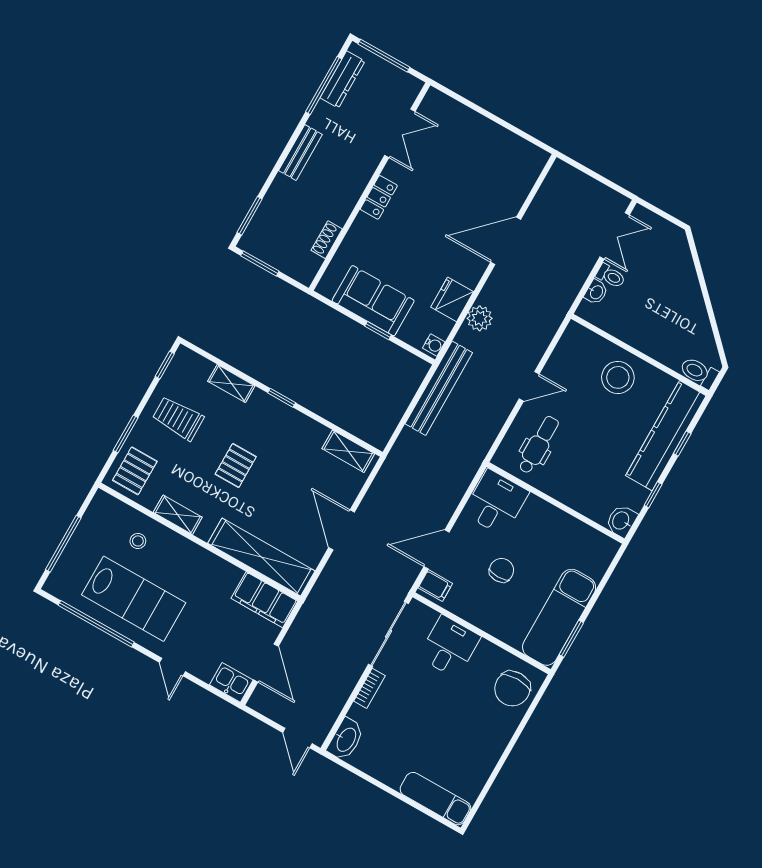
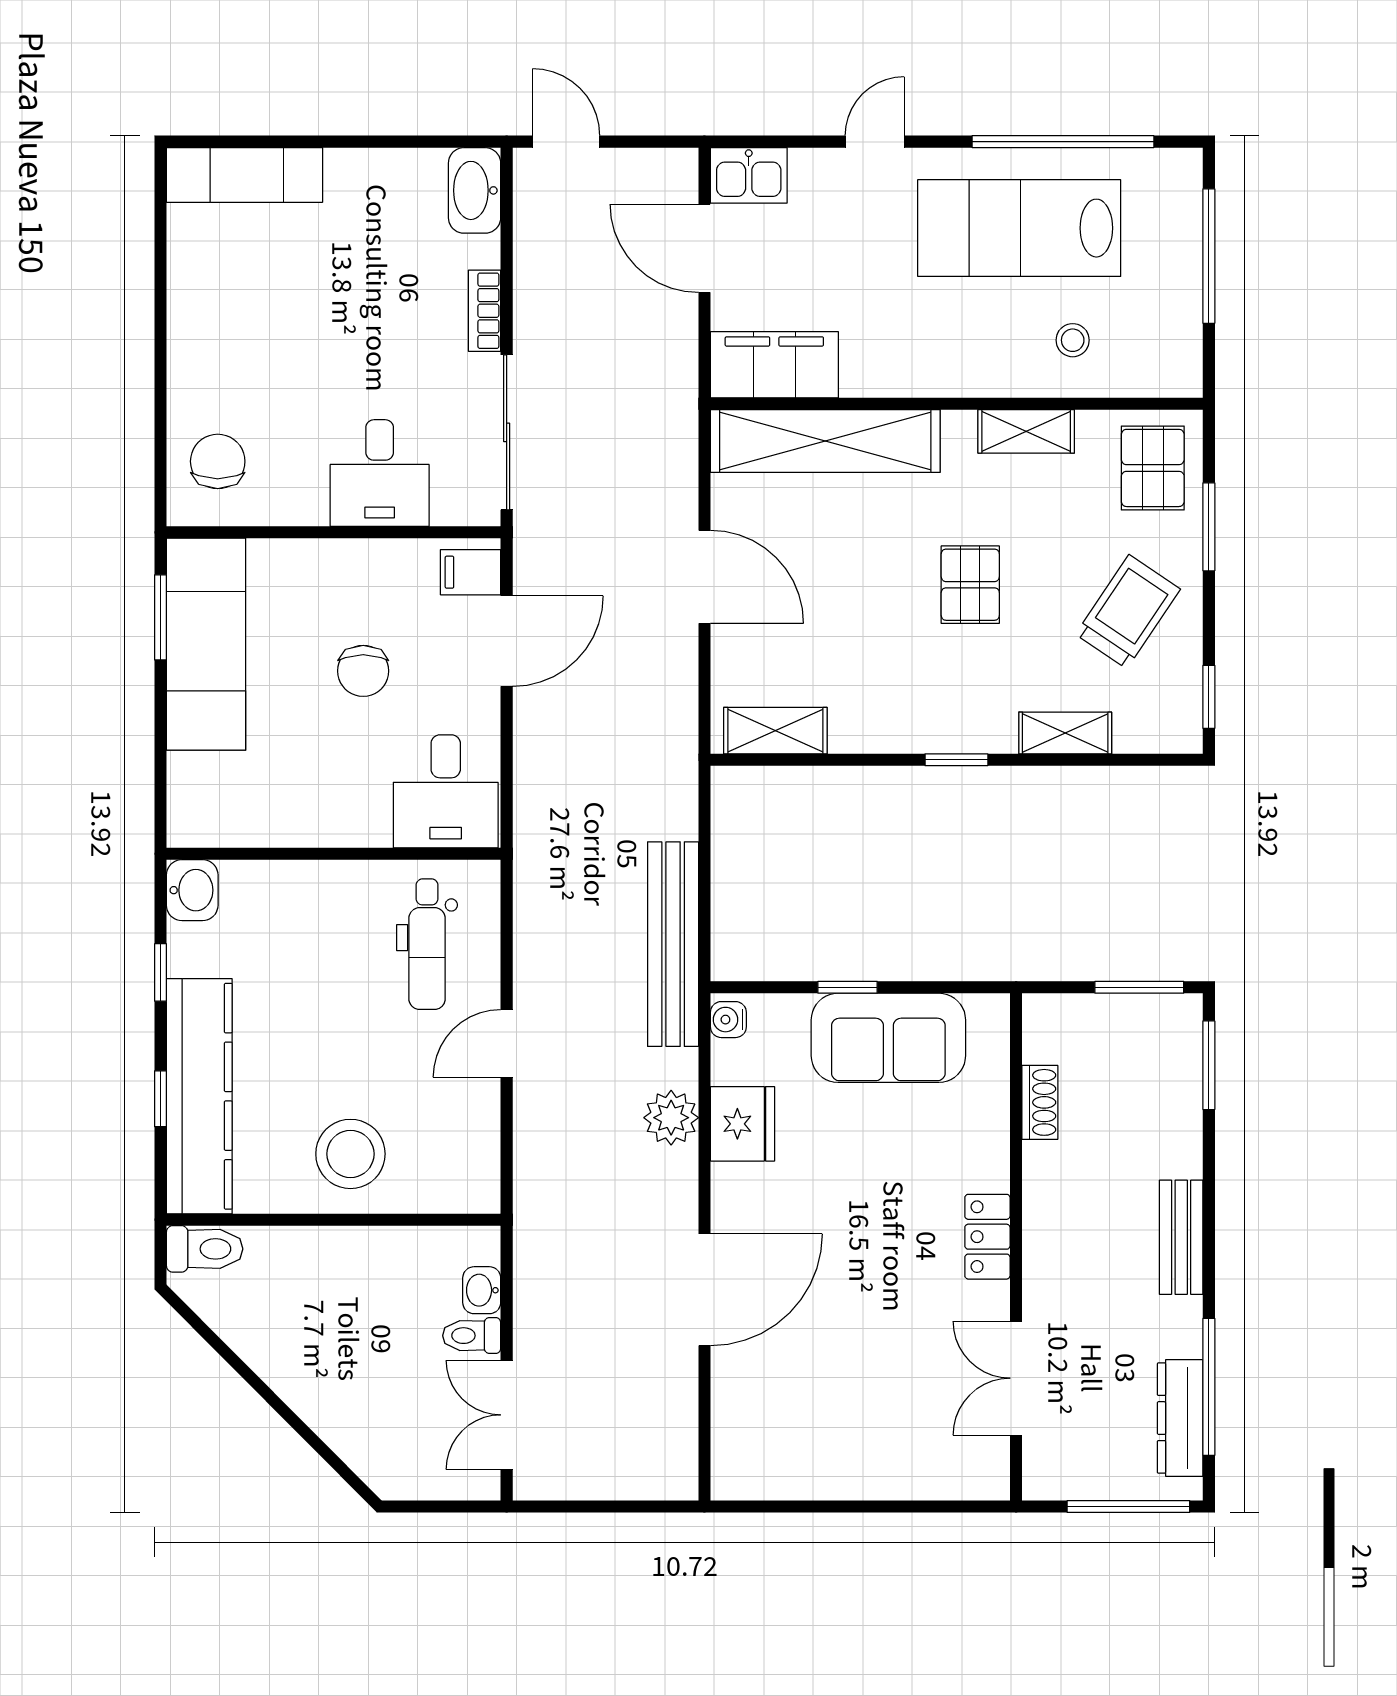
trolley: (178, 418) -> (1128, 612), turned -56
door: (172, 667) -> (875, 142), hinge flipped
chair: (512, 689) -> (218, 461), width x0.73, depth x0.73

